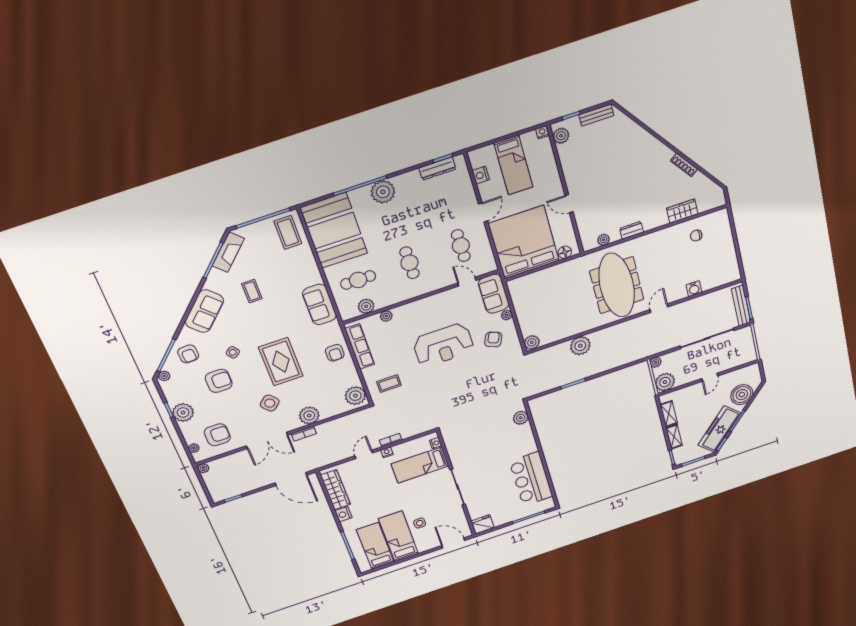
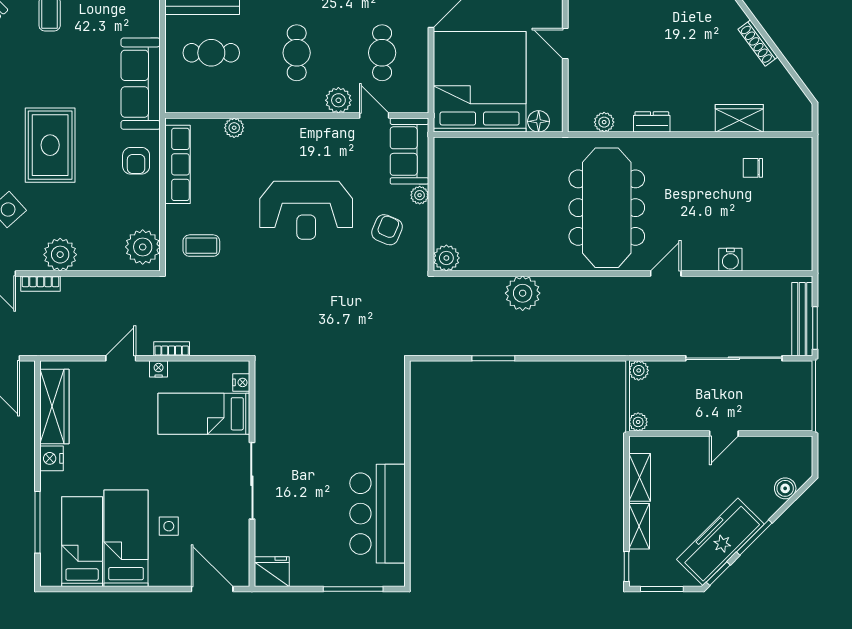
sofa: (319, 304) -> (141, 84), width x1.36
plant: (366, 306) -> (338, 100), moved
plant: (665, 382) -> (638, 422), width x0.53, depth x0.53
boiler: (742, 395) -> (785, 488), width x0.54, depth x0.54
plant: (521, 418) -> (392, 389), removed

